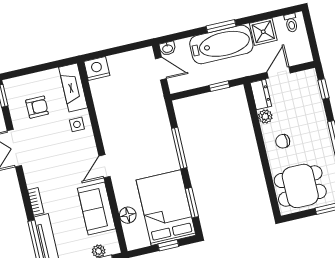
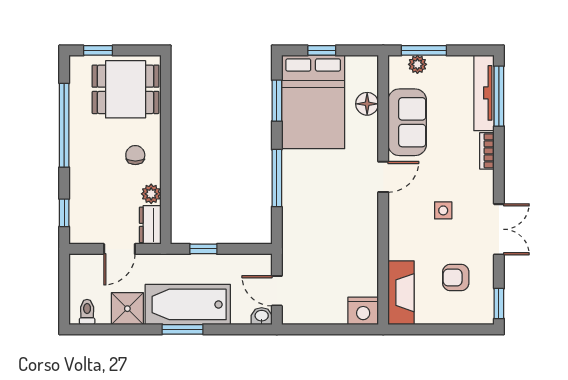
side table: (77, 124) -> (443, 210), moved
chair: (283, 141) -> (135, 155), turned -90

